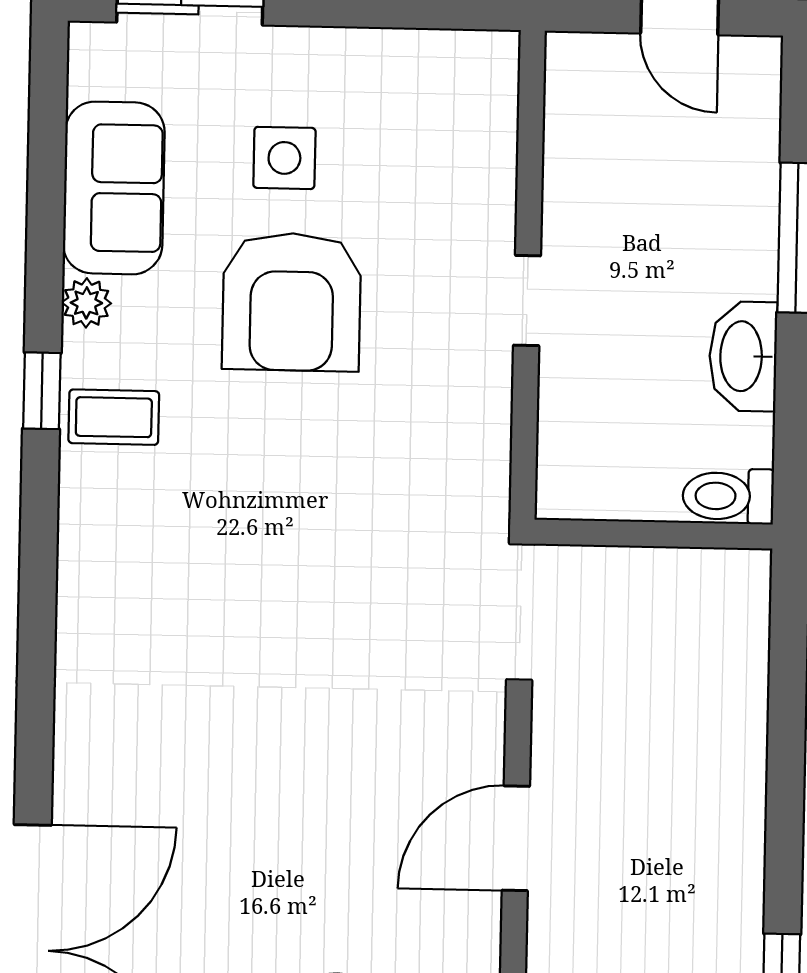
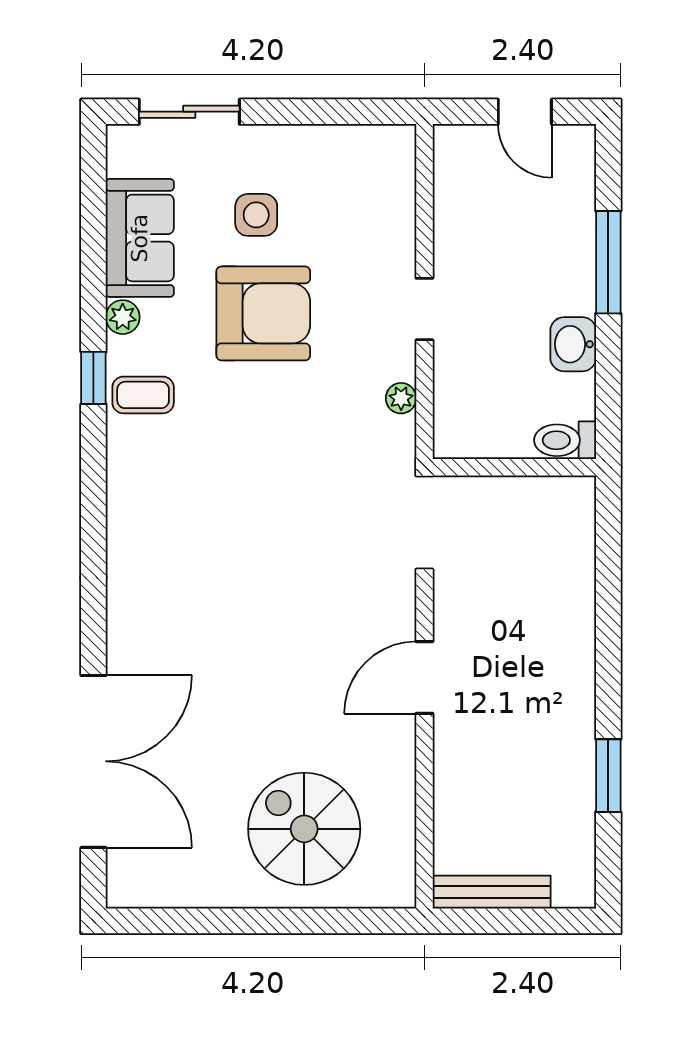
armchair: (292, 302) -> (263, 313), turned -90
washbasin: (743, 356) -> (573, 344), width x0.72
plant: (490, 430) -> (401, 398), added

